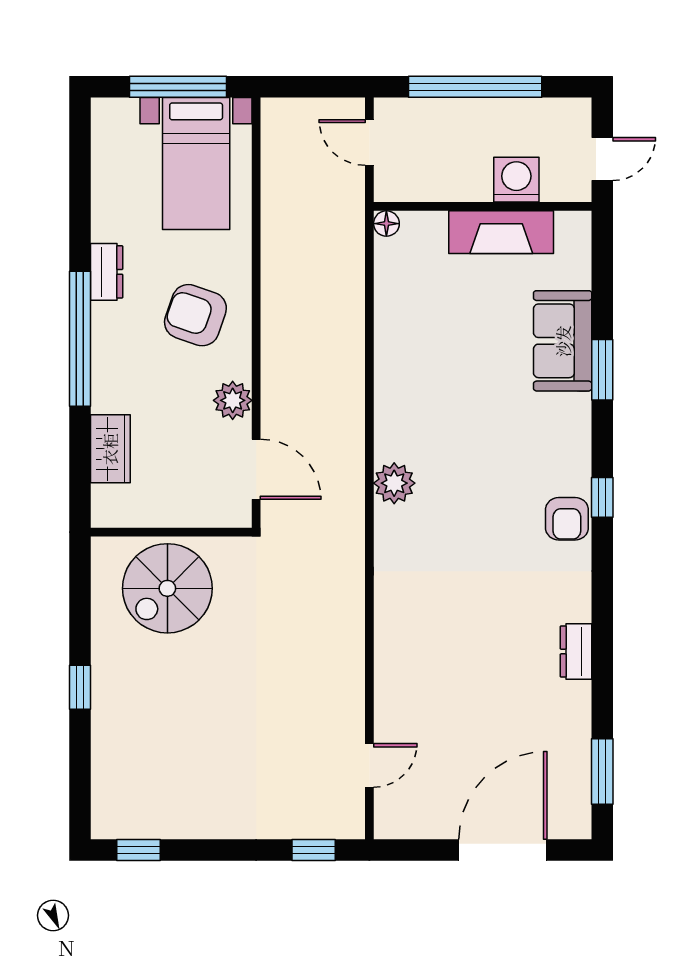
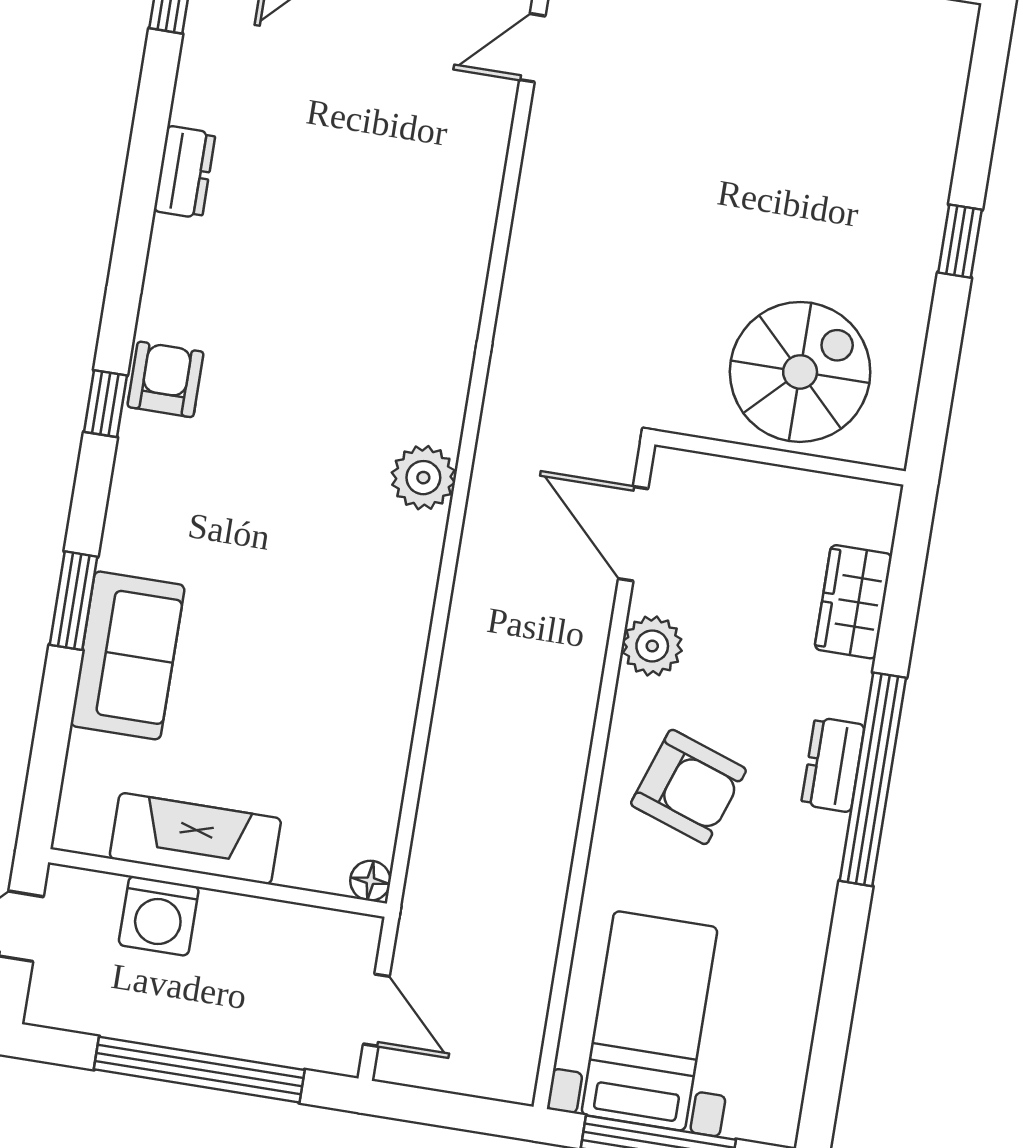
dresser: (107, 272) -> (833, 765), moved

